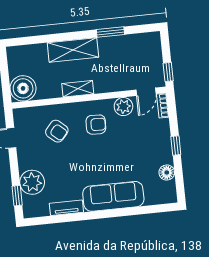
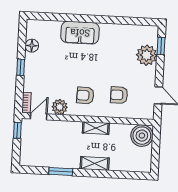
shelving: (73, 50) -> (95, 163), width x0.67, depth x0.75
armchair: (57, 131) -> (119, 95), turned -41
sofa: (113, 196) -> (80, 33), width x0.73
tv unit: (66, 208) -> (121, 29), removed

